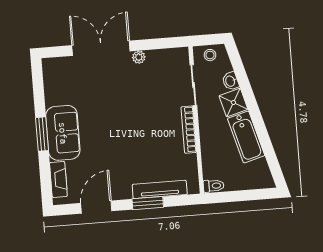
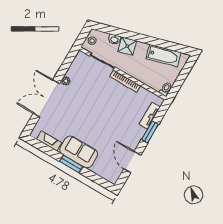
bathtub: (246, 137) -> (163, 56), moved
fireplace: (58, 179) -> (49, 141), moved
tv unit: (160, 189) -> (150, 116), width x0.71

